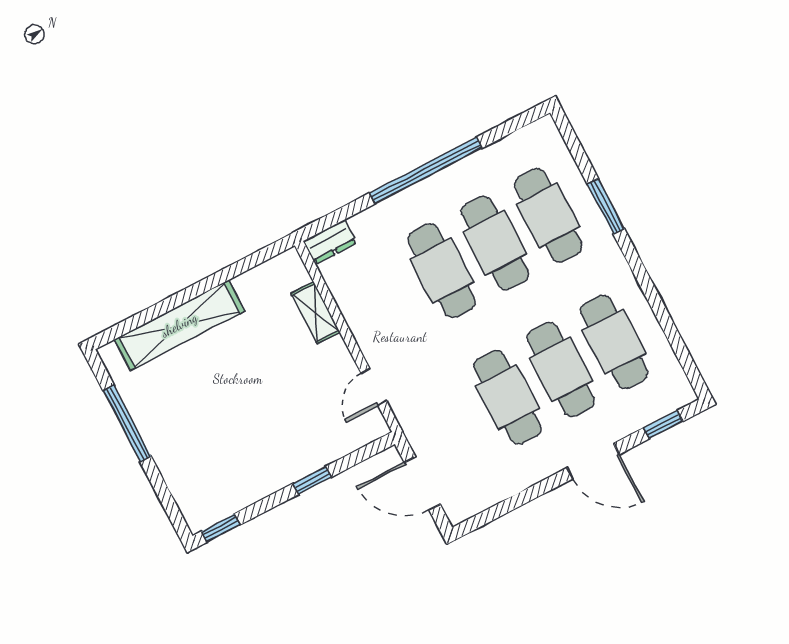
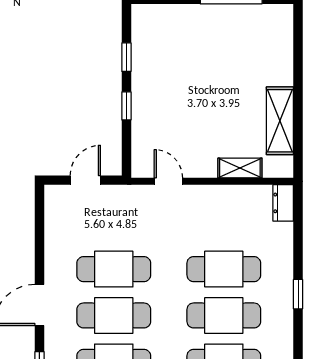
window: (426, 170) -> (298, 294), width x0.32
shelving: (179, 325) -> (280, 121), moved, width x0.68
door: (422, 483) -> (85, 180), width x0.73
window: (221, 528) -> (126, 57), moved

